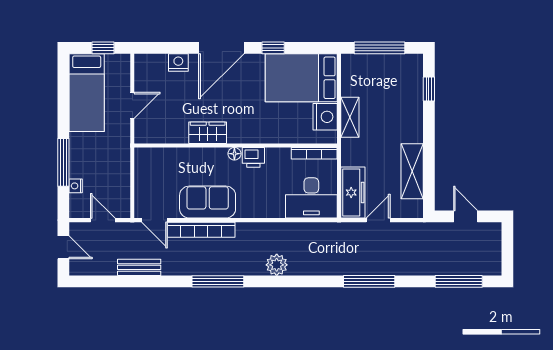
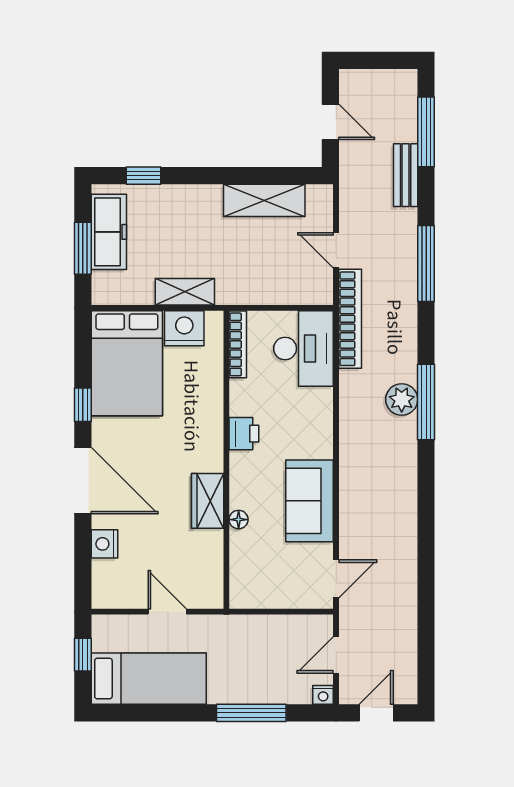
window: (380, 48) -> (83, 248), width x0.69
floor lamp: (234, 154) -> (239, 520), moved
nightstand: (76, 186) -> (323, 695), moved
freezer: (353, 193) -> (109, 232), moved, turned 90
door: (466, 216) -> (330, 122), swing flipped
bookcase: (201, 230) -> (350, 319), moved
bench: (139, 267) -> (406, 175), moved
window: (218, 281) -> (426, 402), moved

